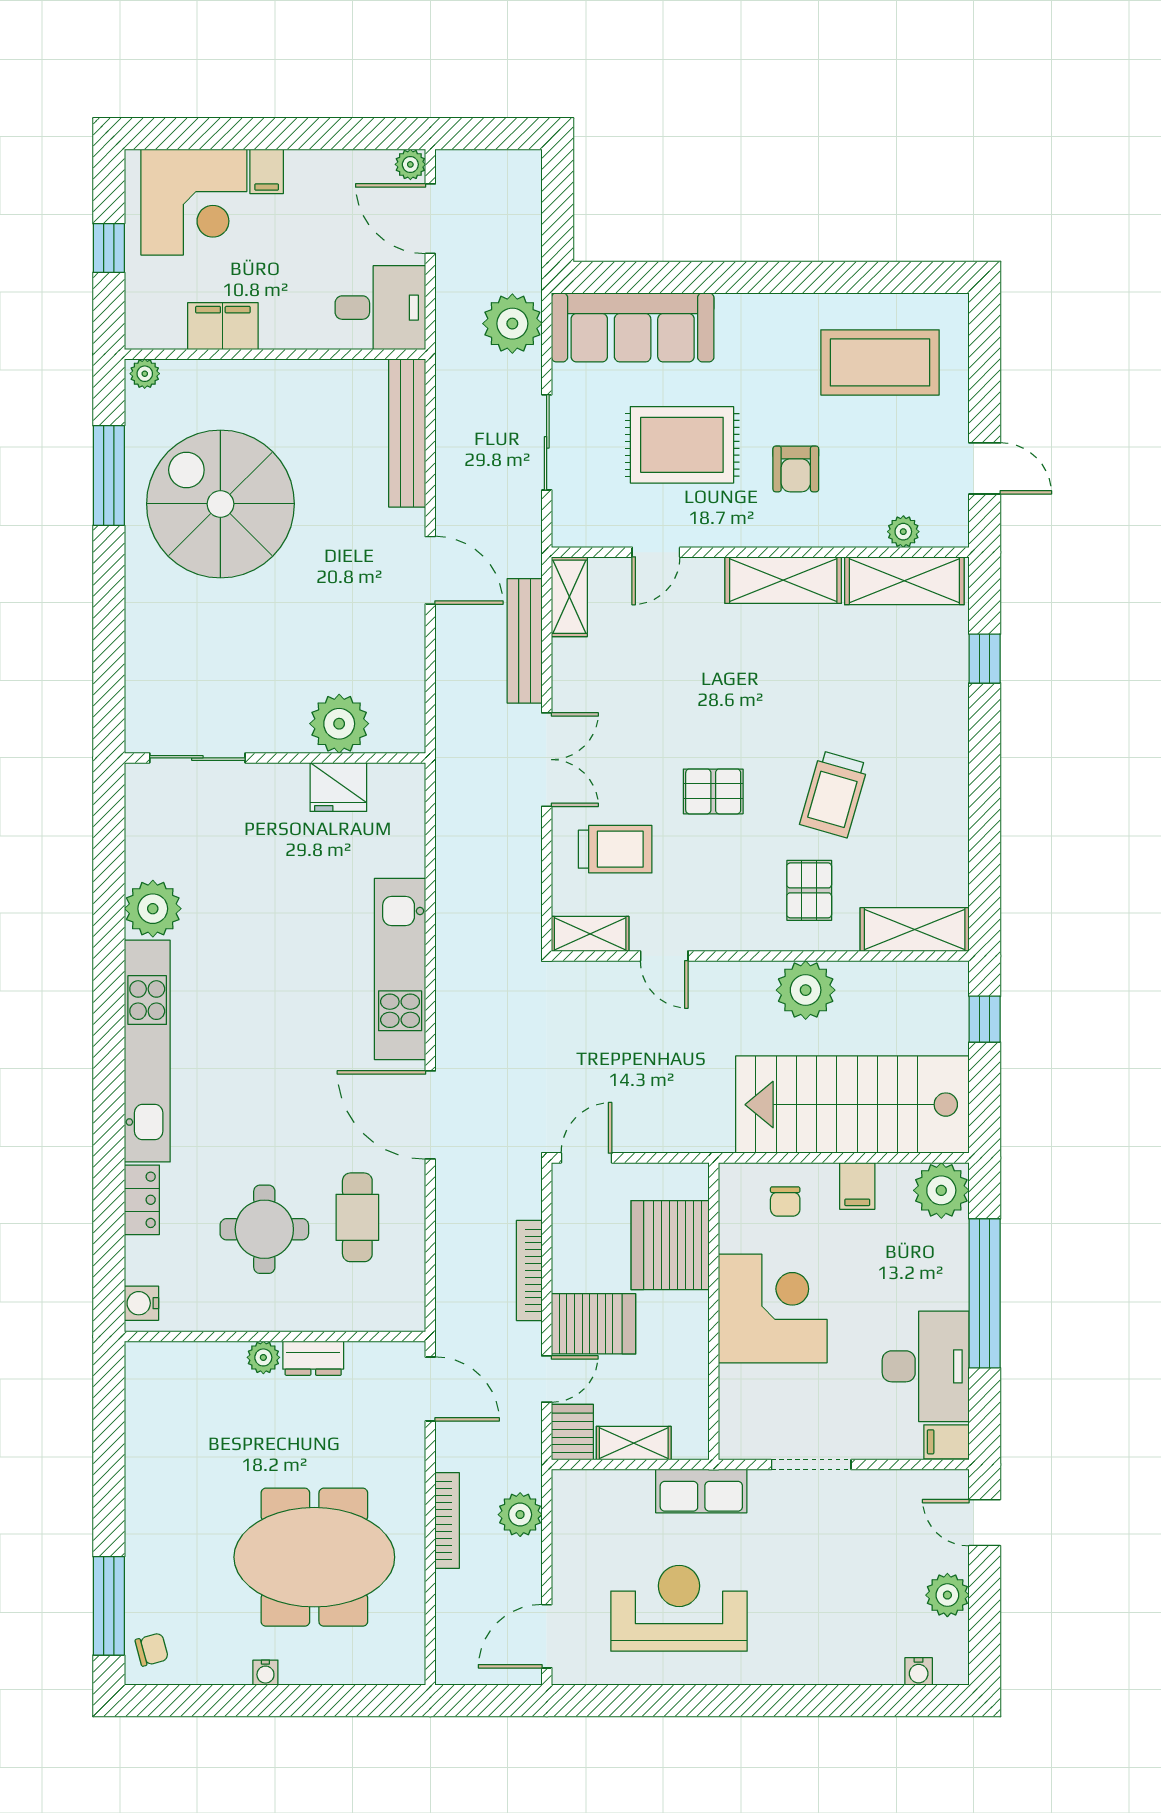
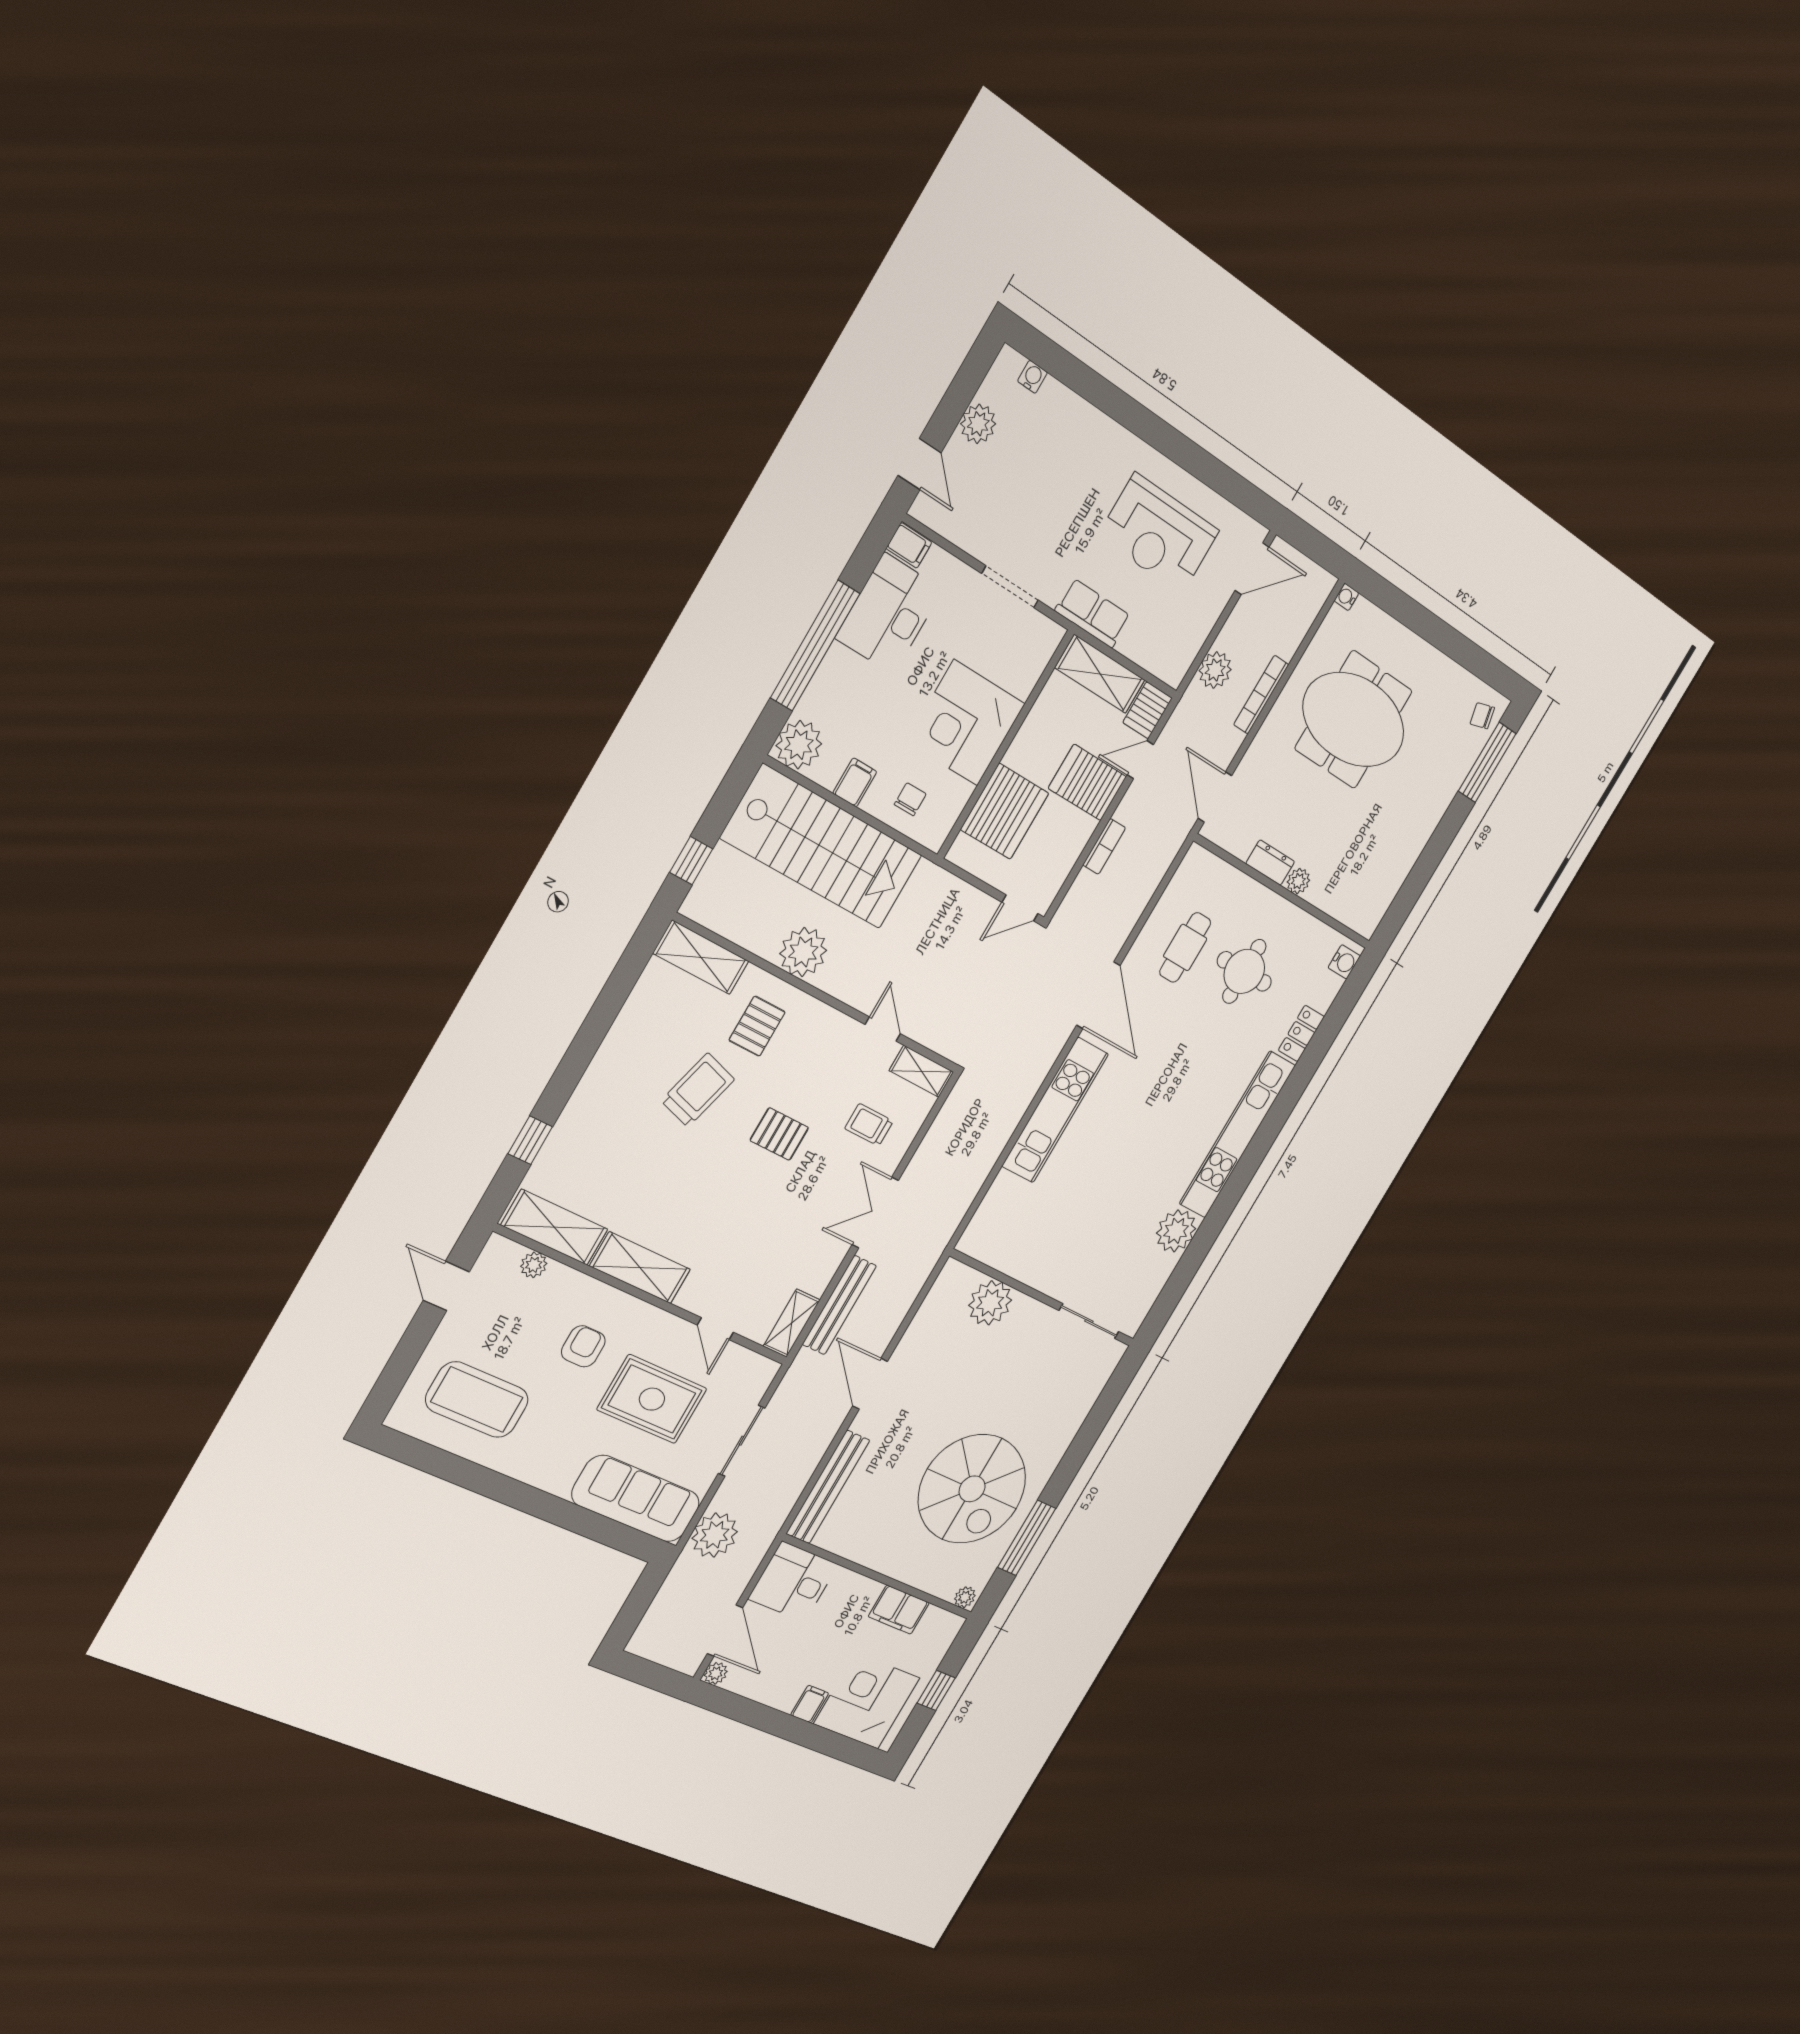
door: (656, 552) -> (715, 1329), swing flipped
fridge: (338, 787) -> (1017, 1259), removed
trolley: (615, 849) -> (869, 1125), width x0.73, depth x0.72
bookcase: (529, 1270) -> (1104, 846), width x0.64
shelving: (634, 1443) -> (1100, 674), width x1.50, depth x1.33
water cooler: (265, 1673) -> (1346, 597), moved, turned -90

